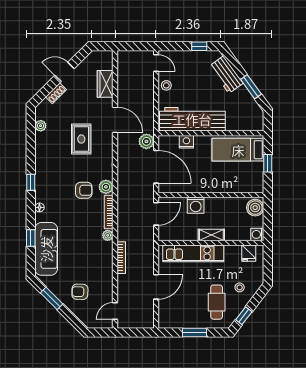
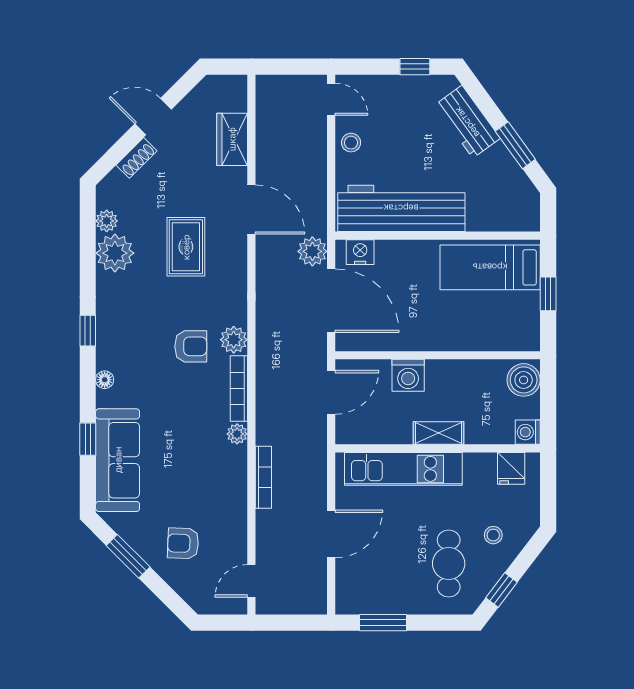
plant: (45, 142) -> (115, 253), added
nightstand: (186, 142) -> (360, 252), moved
window: (195, 333) -> (383, 623), moved

